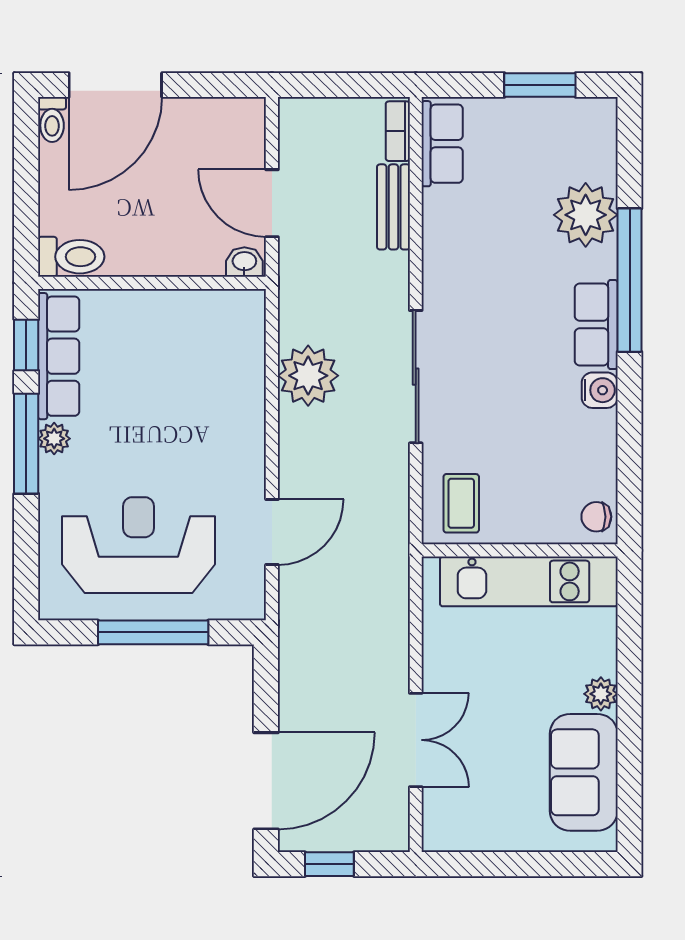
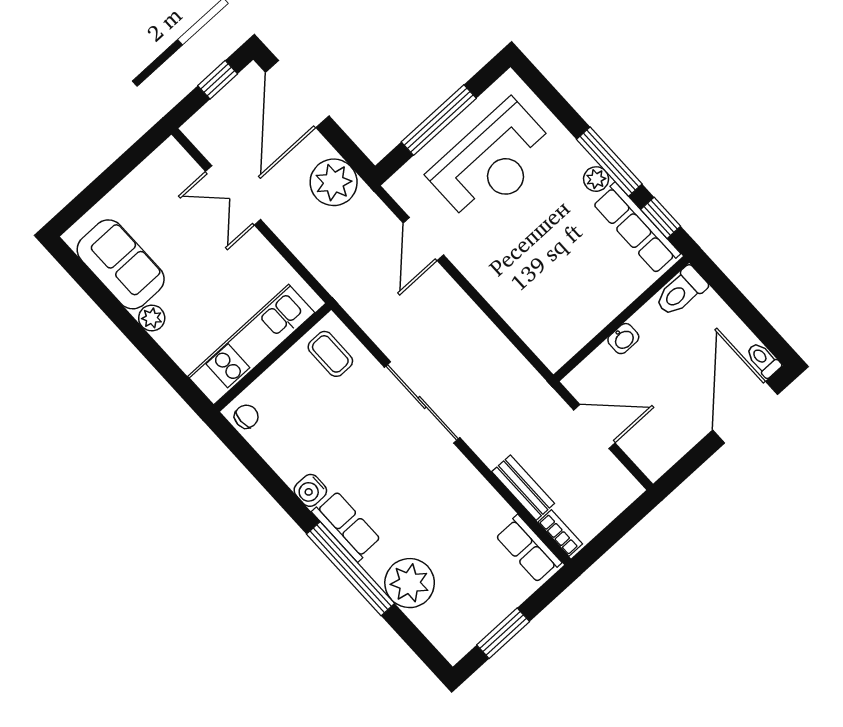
washbasin: (244, 262) -> (623, 339), moved
plant: (308, 376) -> (334, 182), moved

